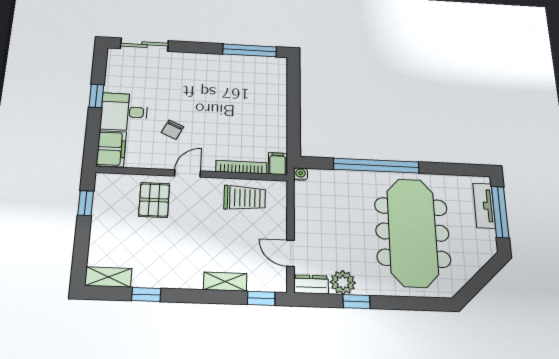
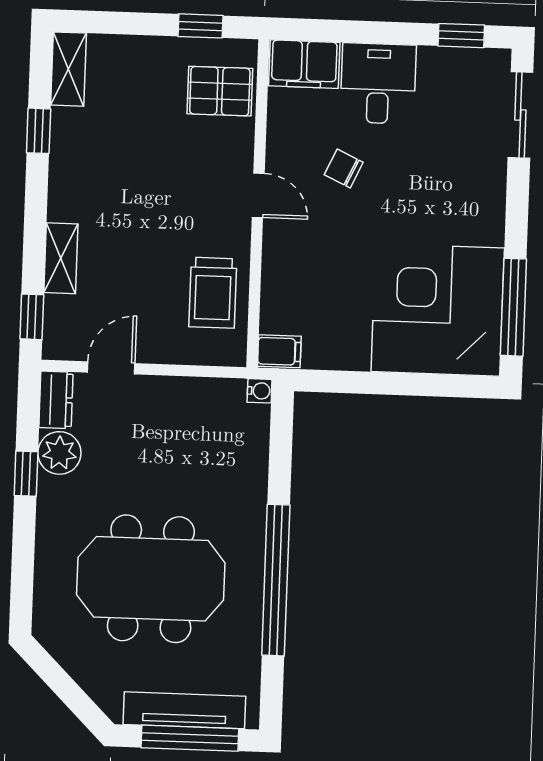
corner desk: (252, 86) -> (438, 310), added
window: (96, 96) -> (461, 36), moved
window: (376, 166) -> (276, 580), moved
bookcase: (241, 167) -> (272, 288), removed
pallet: (154, 200) -> (220, 91), moved
tv unit: (484, 206) -> (184, 710), width x1.41
meeting table: (412, 232) -> (151, 579), width x0.73

